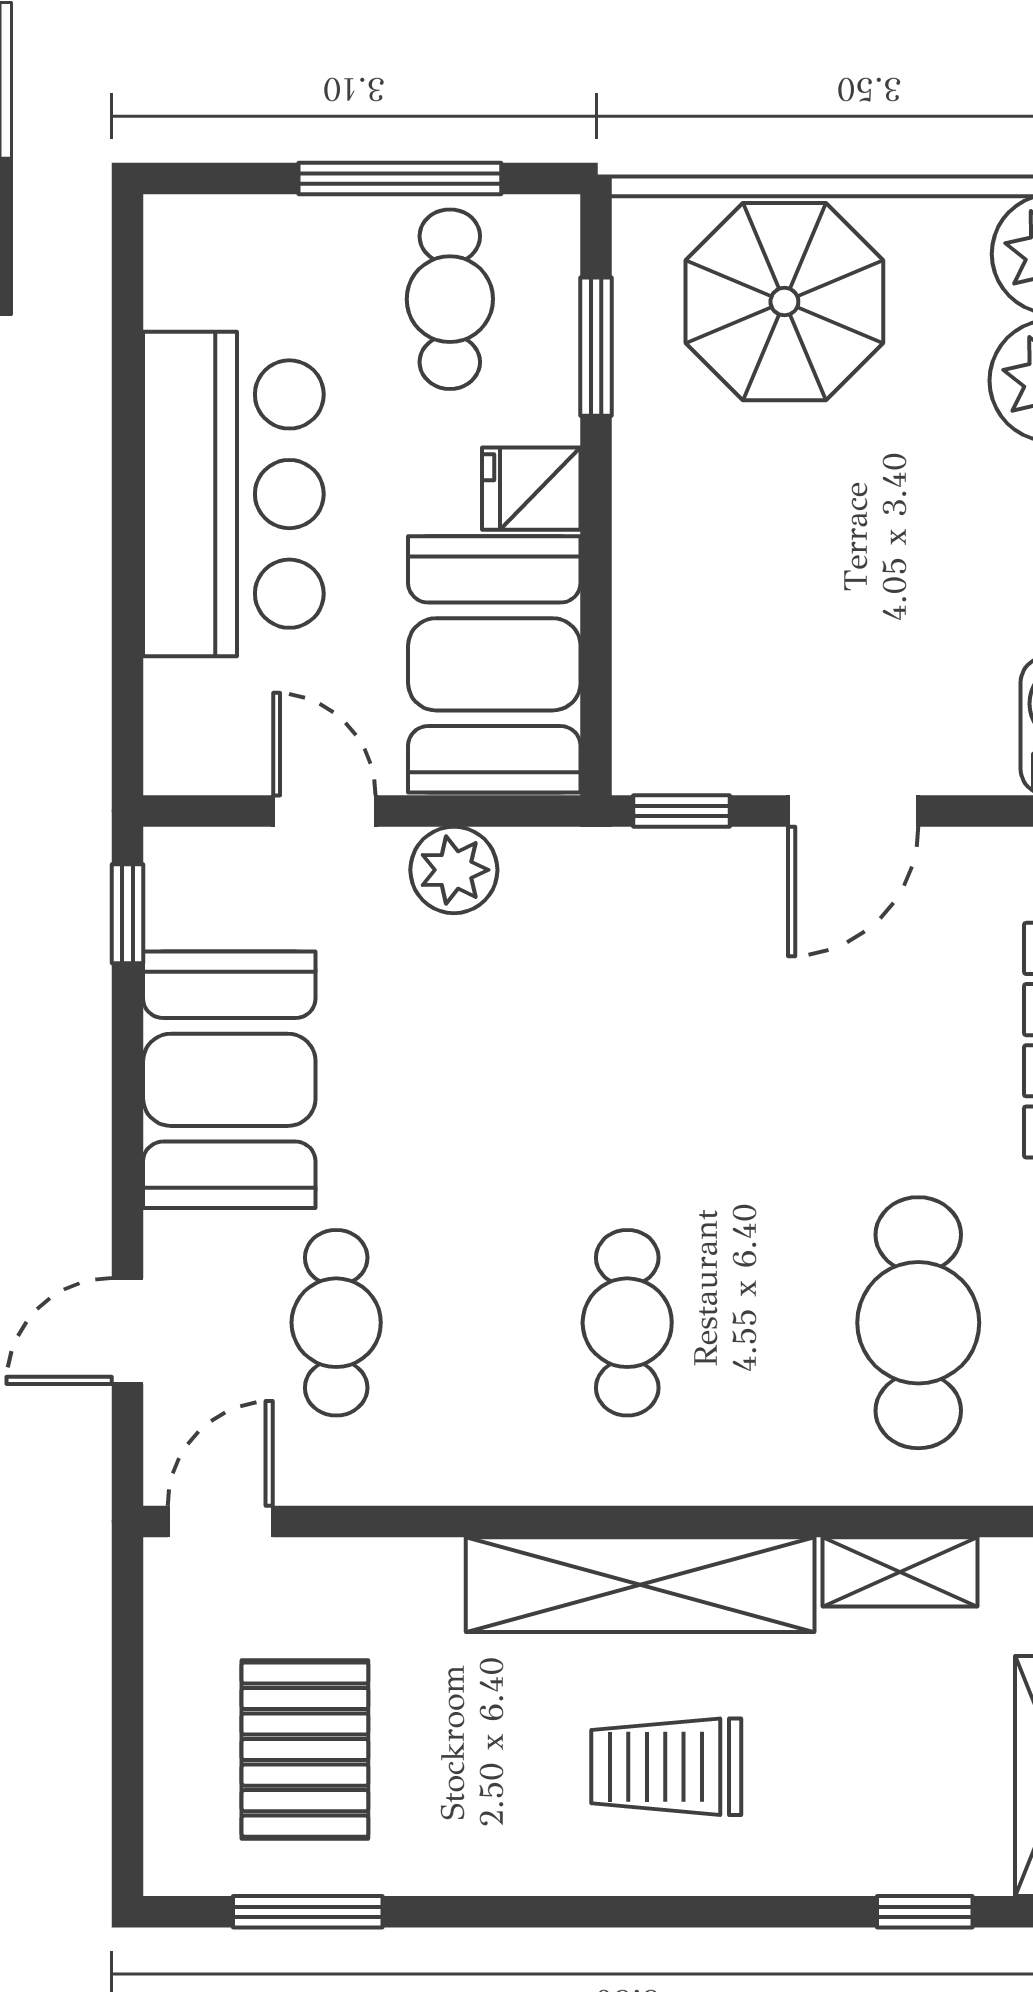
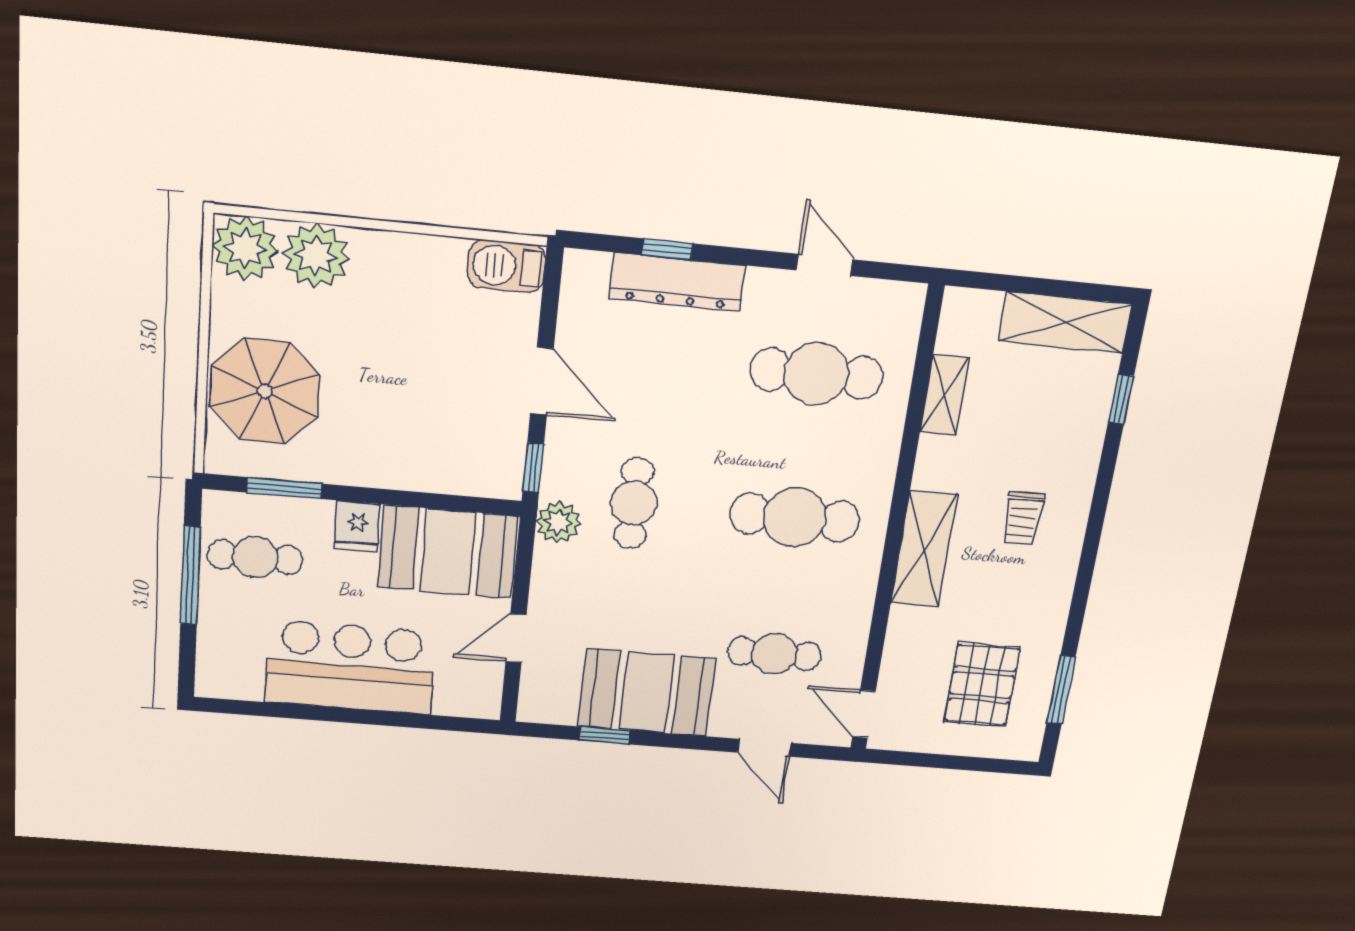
plant: (454, 870) -> (559, 522), moved
window: (128, 914) -> (605, 735), moved
cafe table: (627, 1010) -> (634, 503), added
cafe table: (627, 1323) -> (795, 517), width x1.37, depth x1.35
shelving: (640, 1585) -> (924, 549), width x0.68
pallet: (305, 1750) -> (982, 685), turned 90
trolley: (666, 1767) -> (1023, 518), width x0.73, depth x0.72

